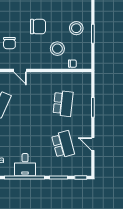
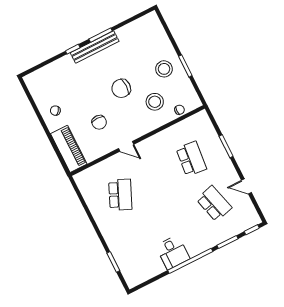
chair: (38, 27) -> (121, 88), turned 180
desk: (25, 165) -> (173, 252), moved

